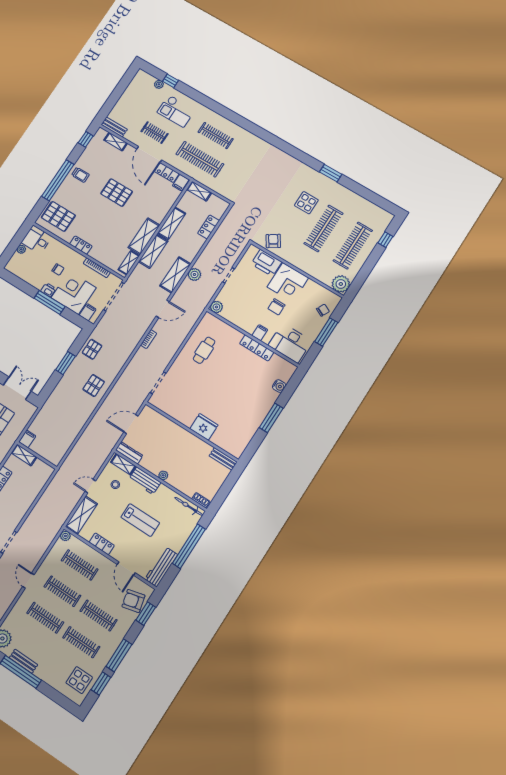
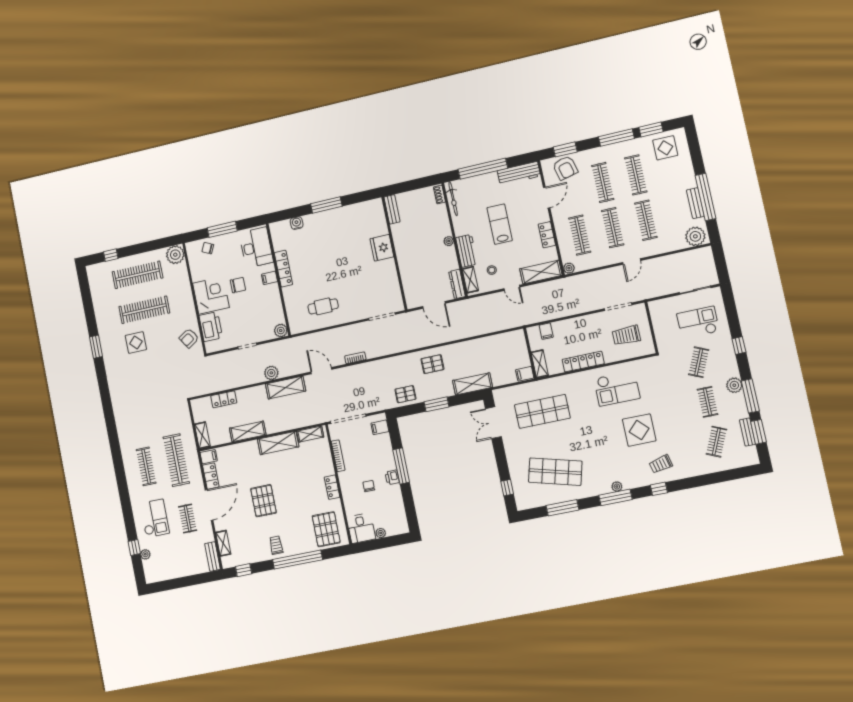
shelving: (153, 251) -> (473, 384), moved
corner desk: (74, 293) -> (375, 454), removed
filing cabinet: (40, 480) -> (546, 331), added

